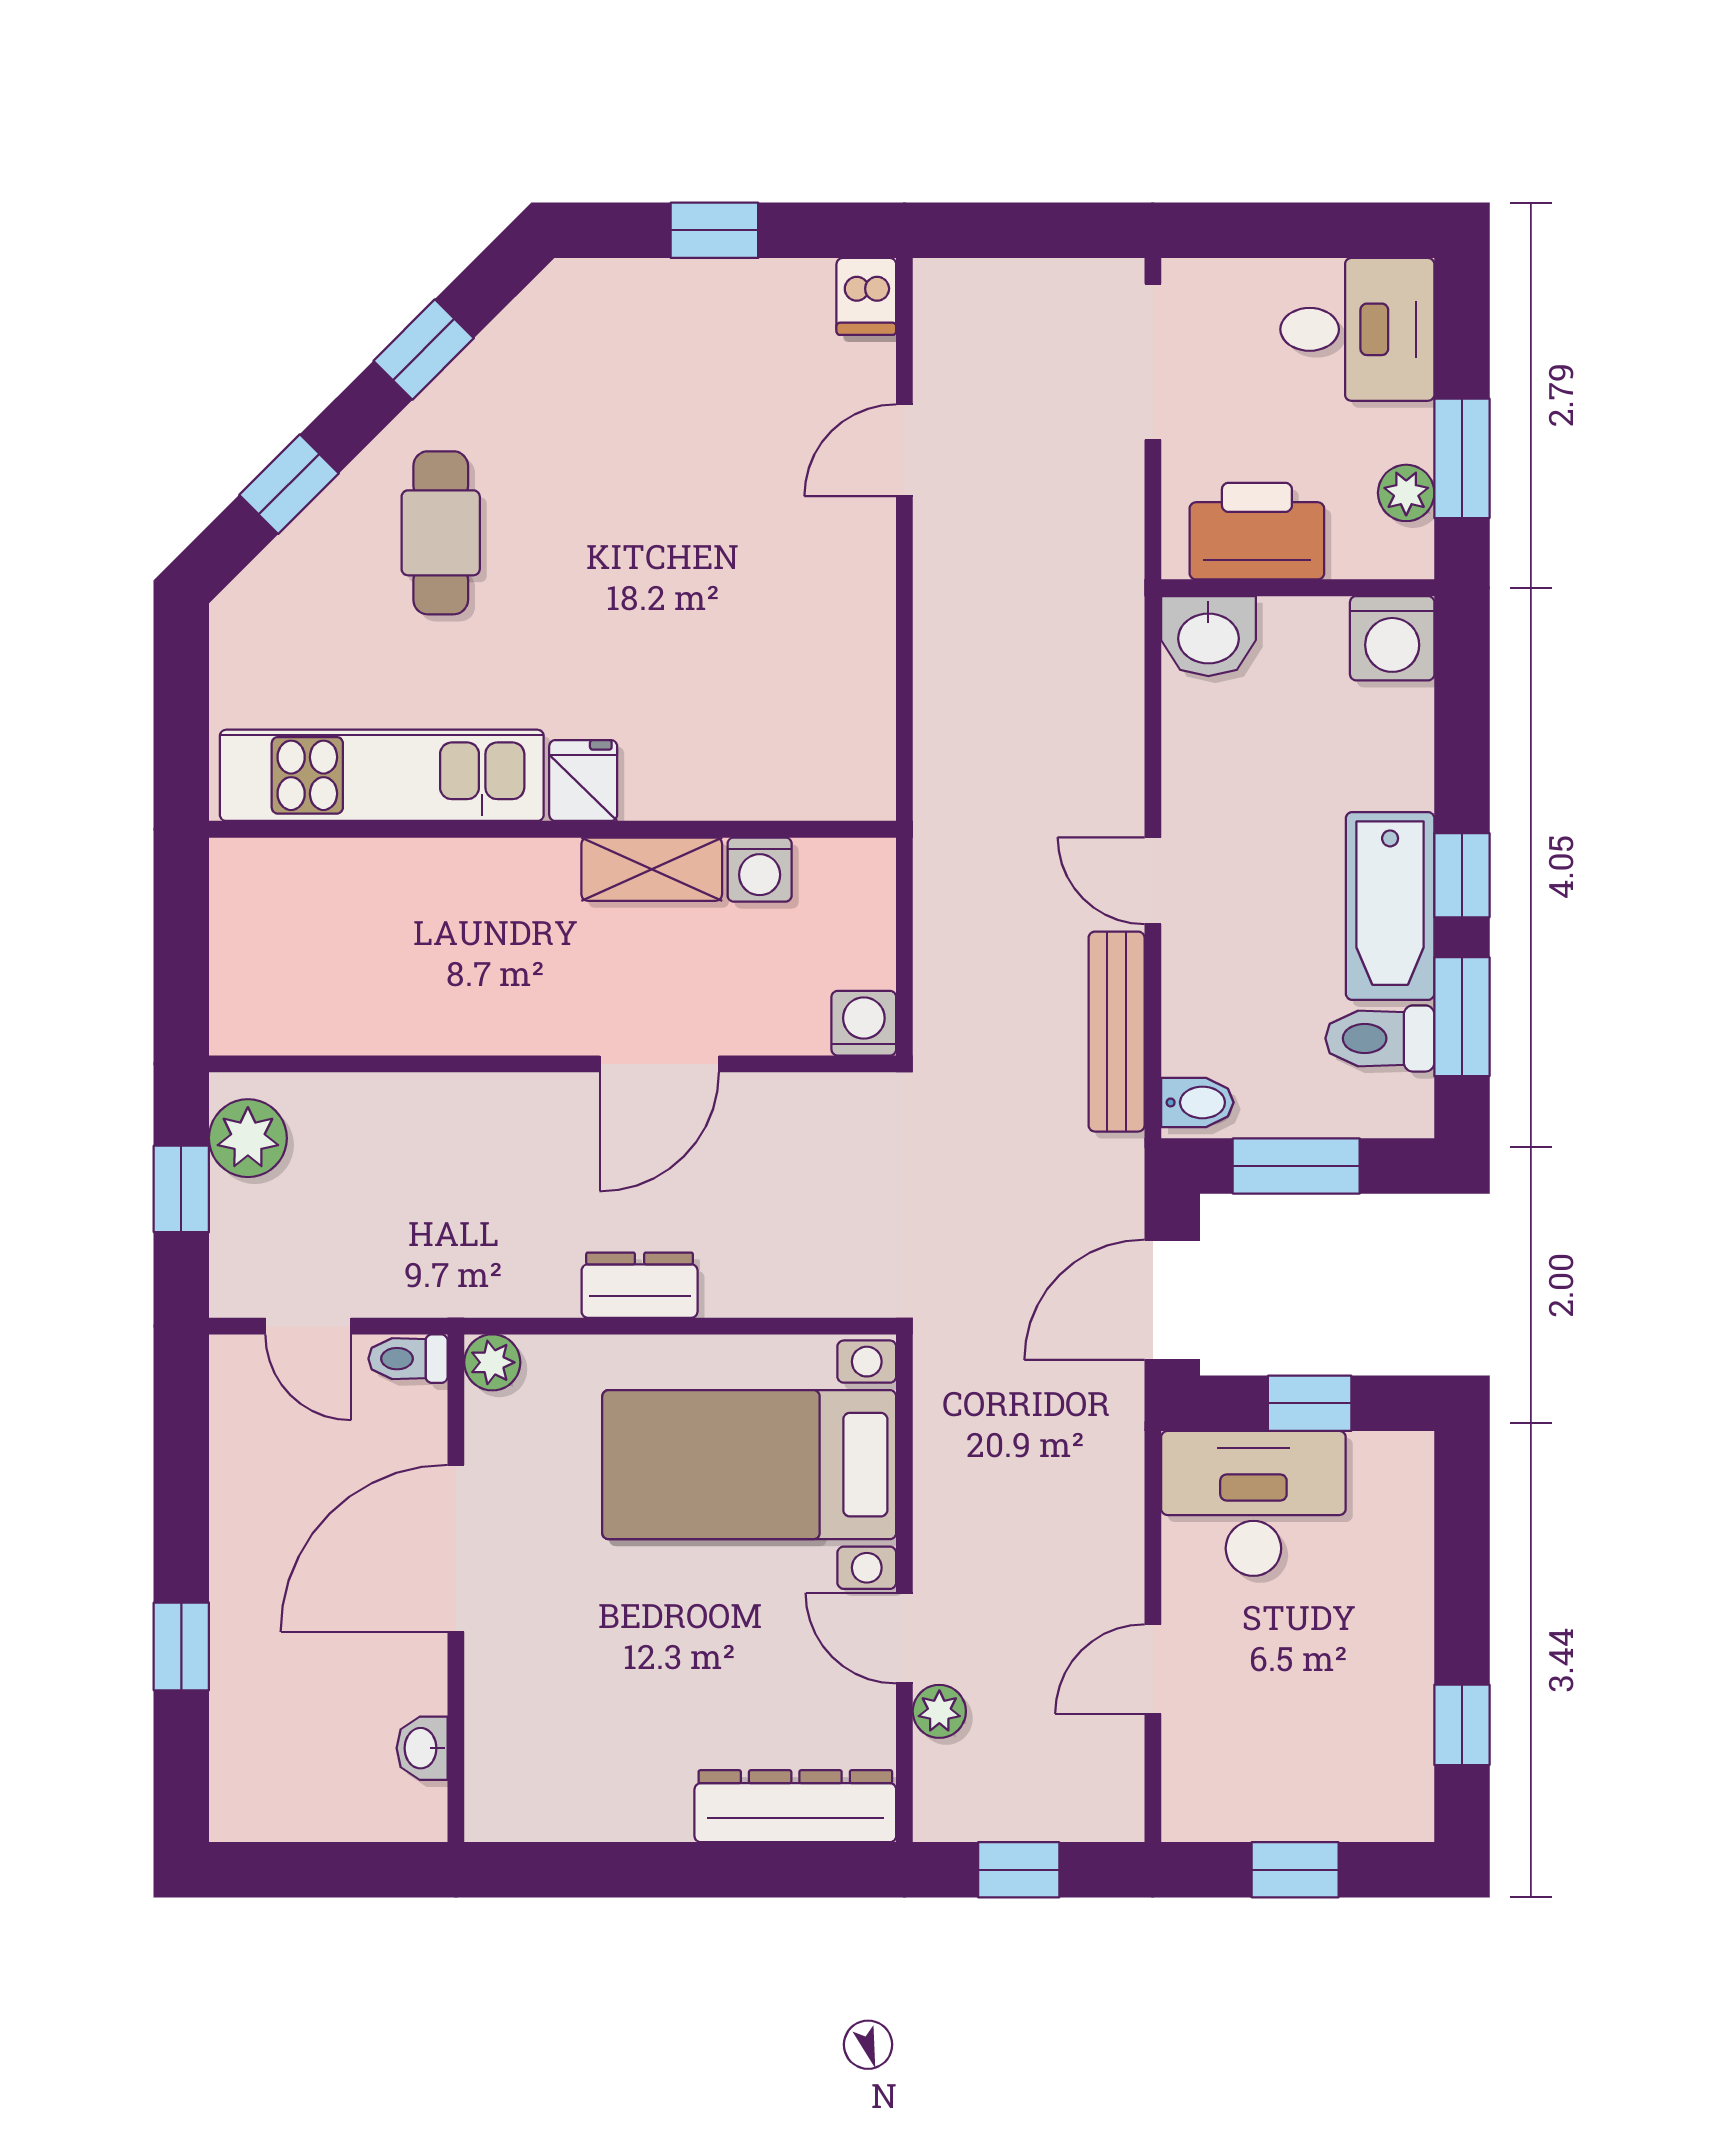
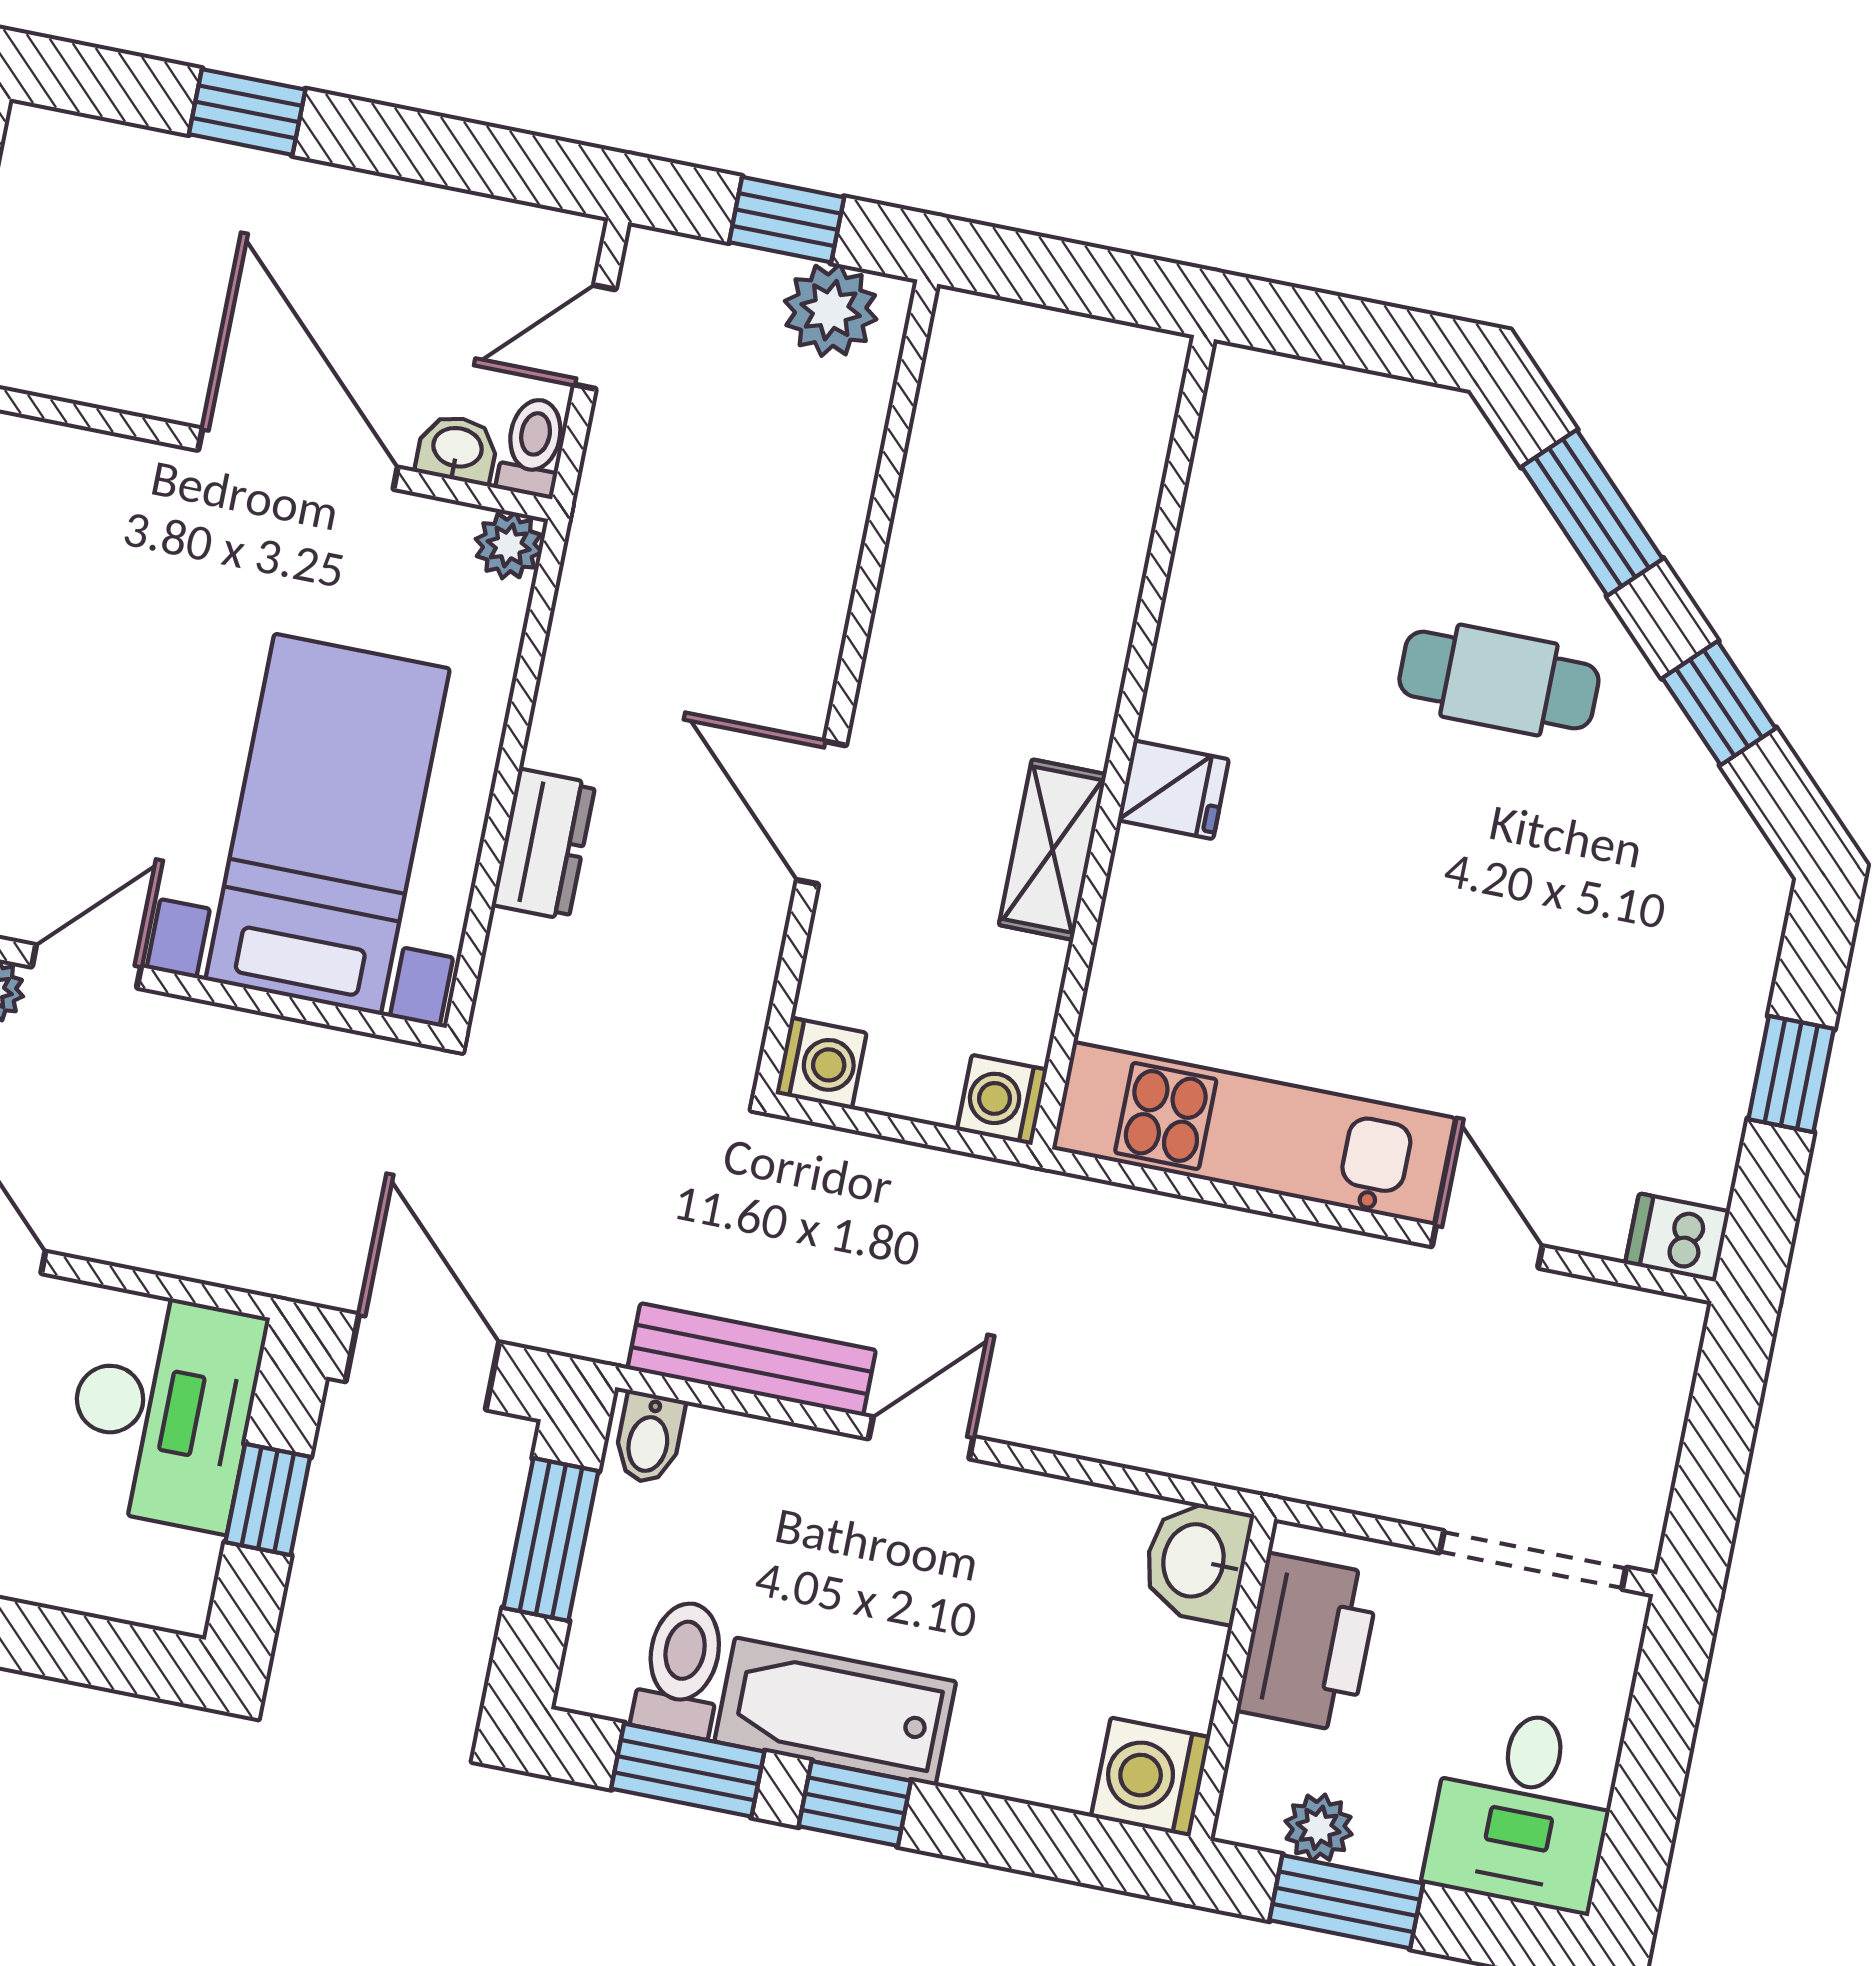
window: (289, 484) -> (1592, 513), width x1.50
kitchen unit: (382, 775) -> (1254, 1134), moved, turned -90
washing machine: (760, 870) -> (1002, 1100), moved
dresser: (640, 1285) -> (544, 844), moved
washbasin: (422, 1748) -> (457, 449), moved

